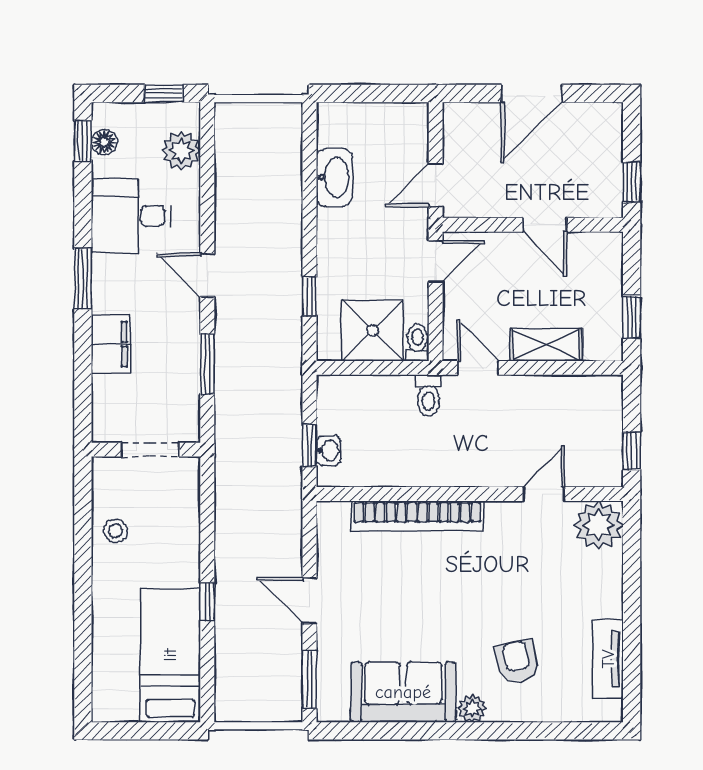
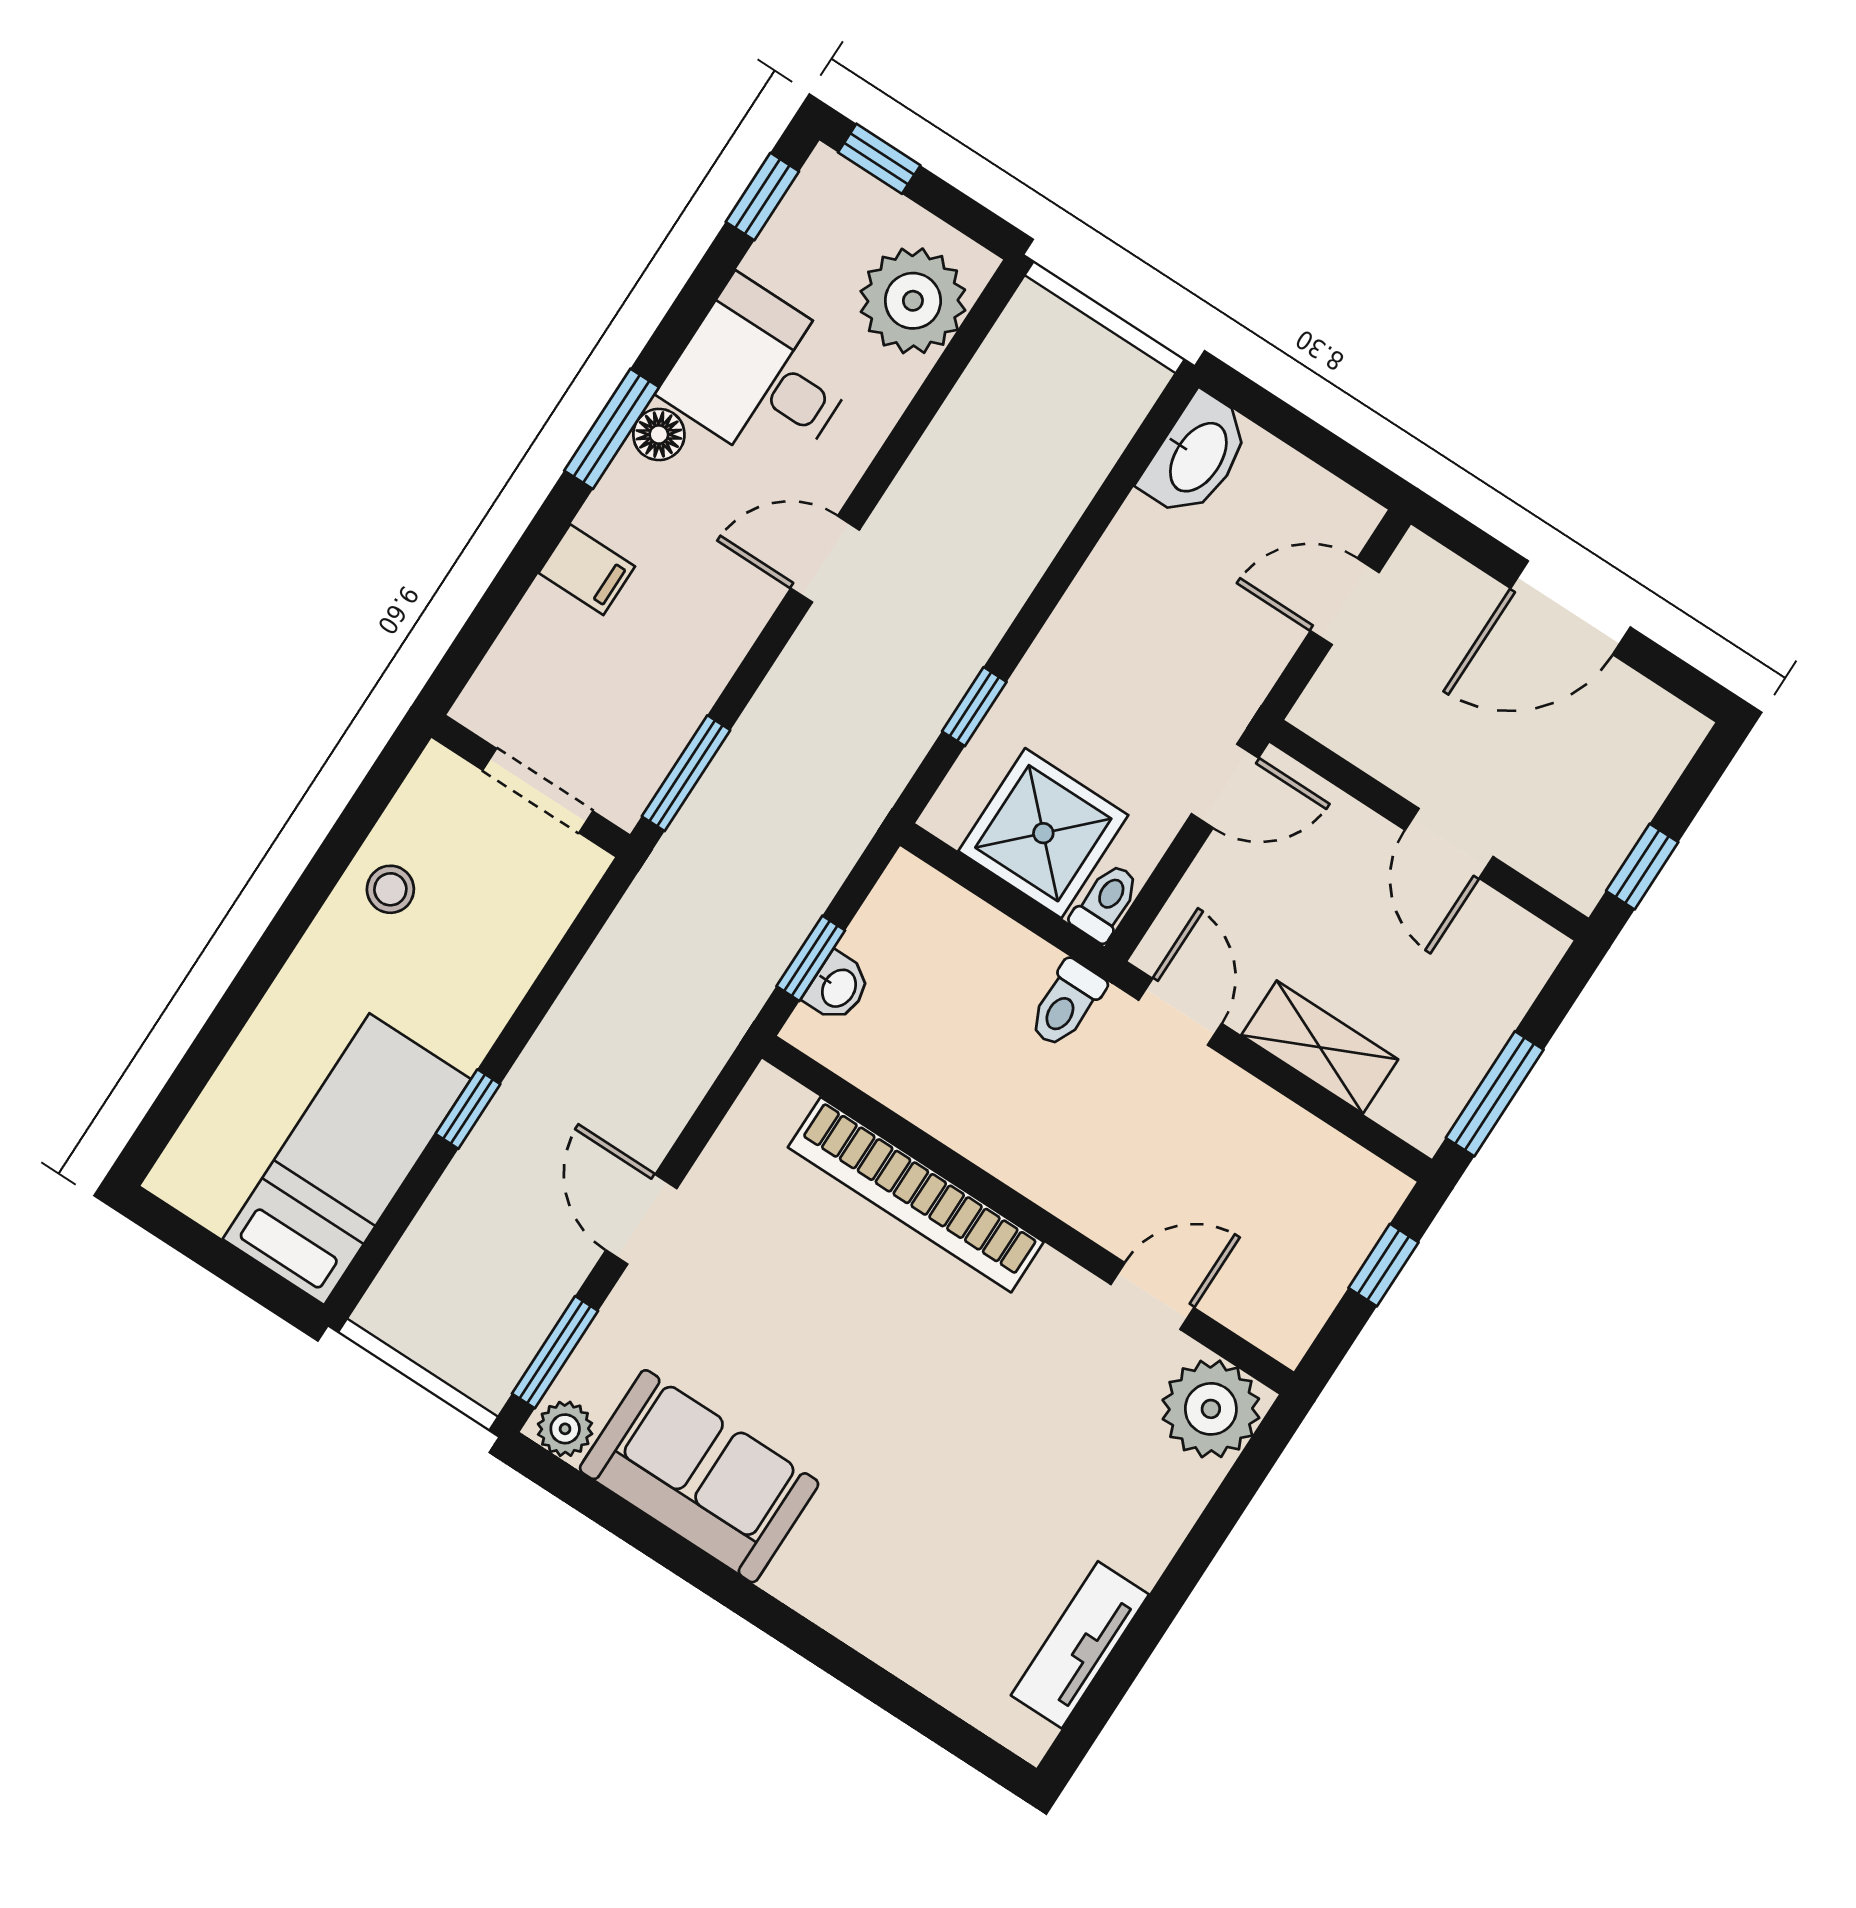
window: (164, 94) -> (879, 159), moved
floor lamp: (104, 142) -> (659, 434), moved
plant: (181, 151) -> (913, 301), width x1.36, depth x1.36
washbasin: (334, 177) -> (1197, 456), moved
door: (436, 185) -> (1345, 602), moved
door: (207, 275) -> (825, 559), hinge flipped
window: (632, 317) -> (1495, 1094), width x1.50
filing cabinet: (111, 344) -> (587, 570), width x0.50
window: (207, 364) -> (686, 773), moved
window: (632, 451) -> (1383, 1265), moved
armchair: (517, 662) -> (925, 1549), removed
plant: (472, 709) -> (565, 1429), moved

